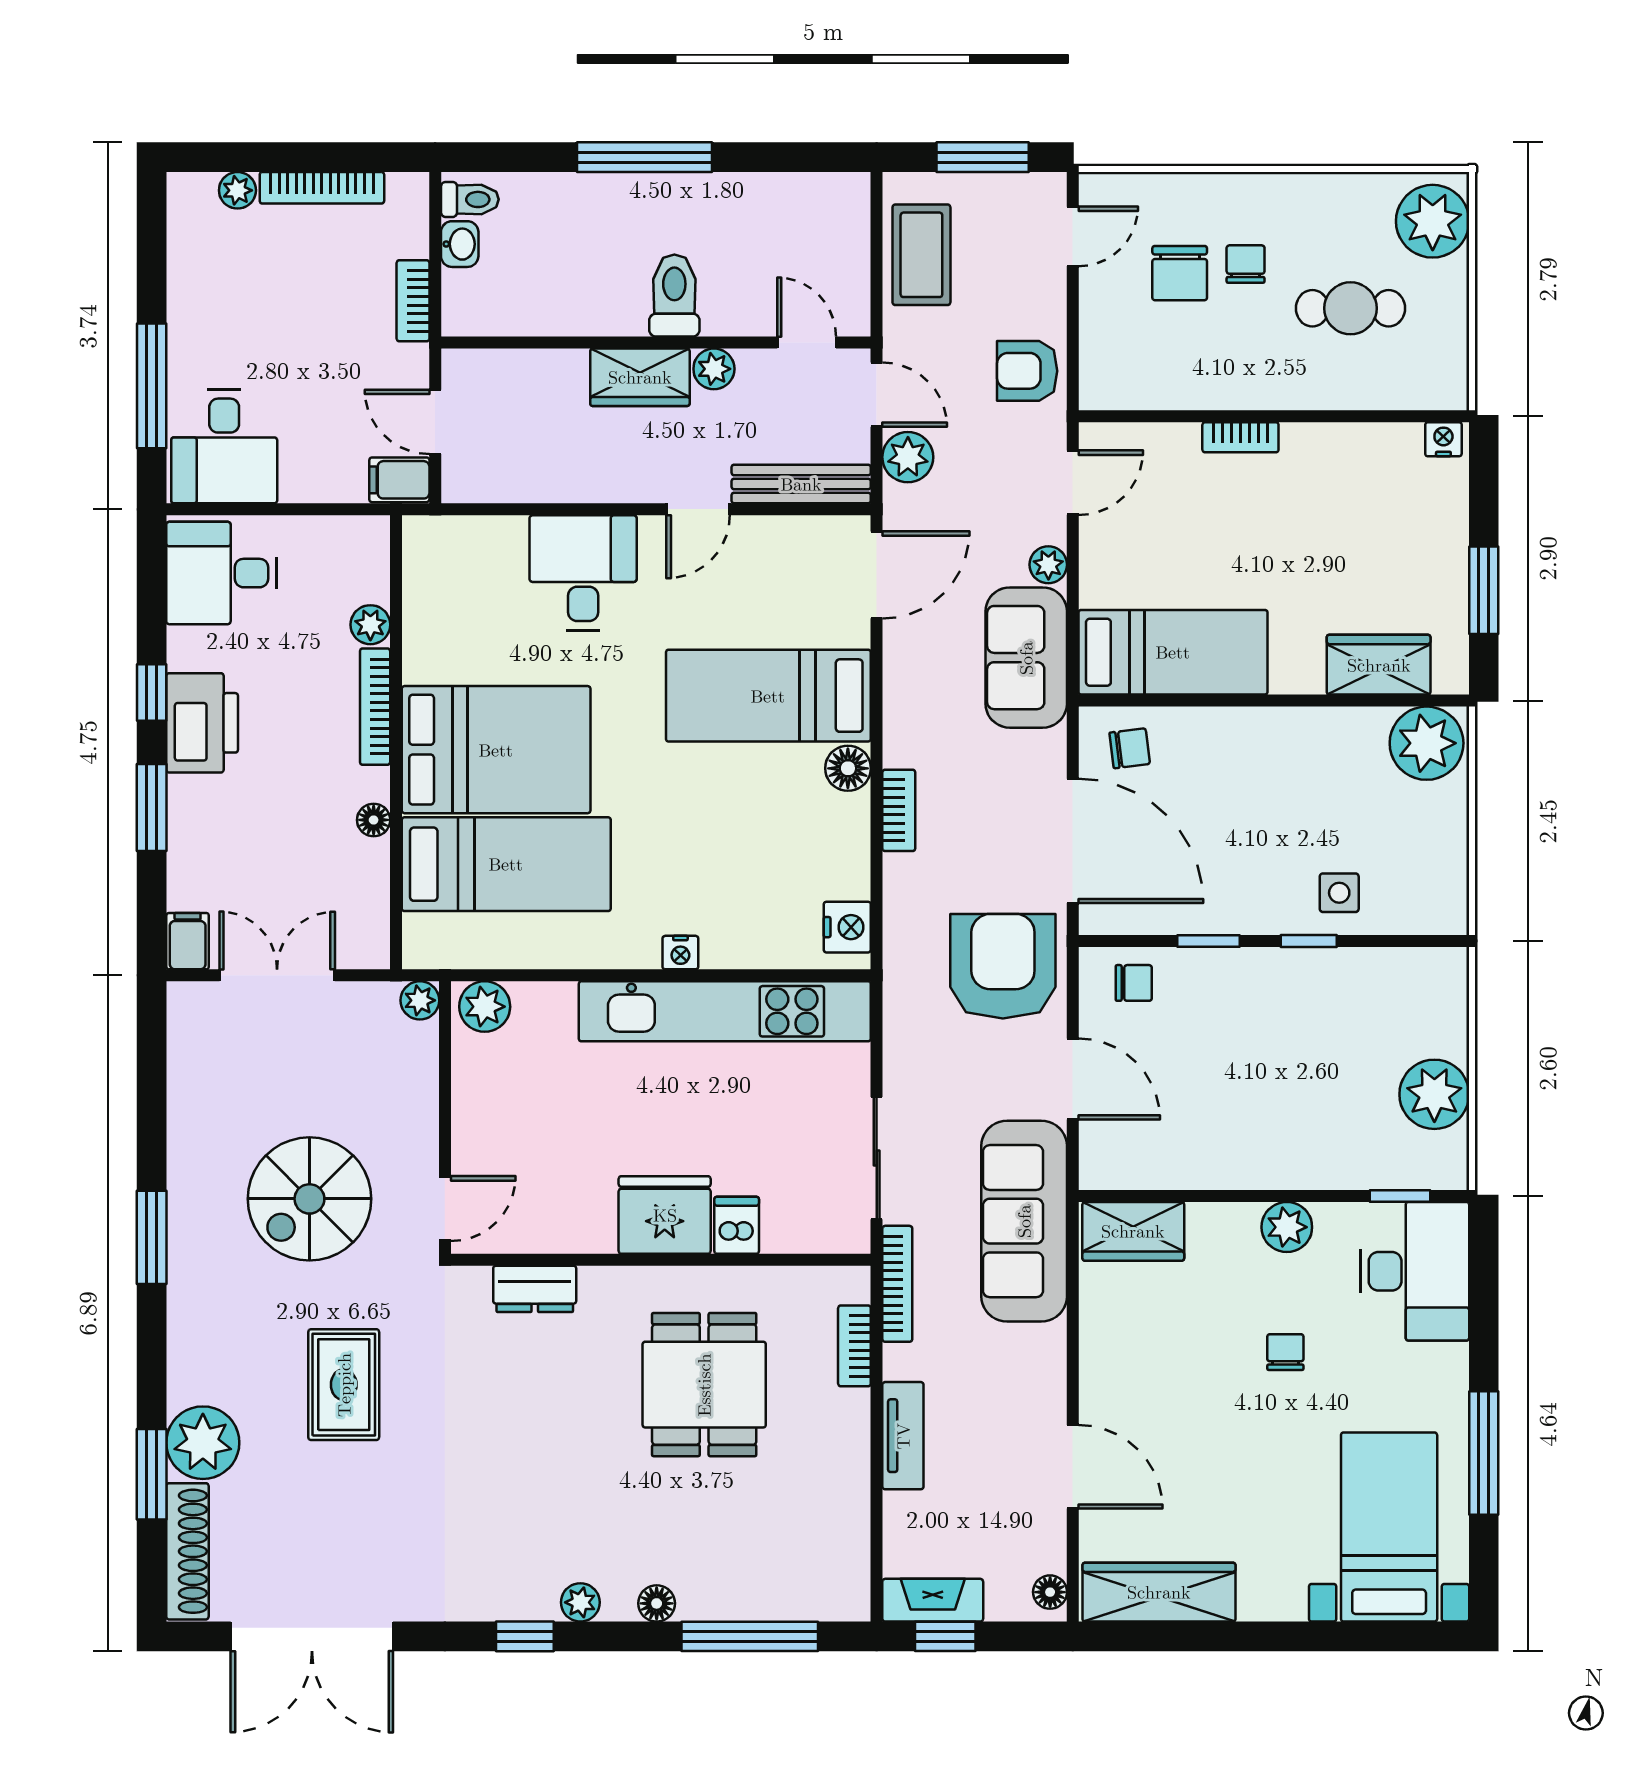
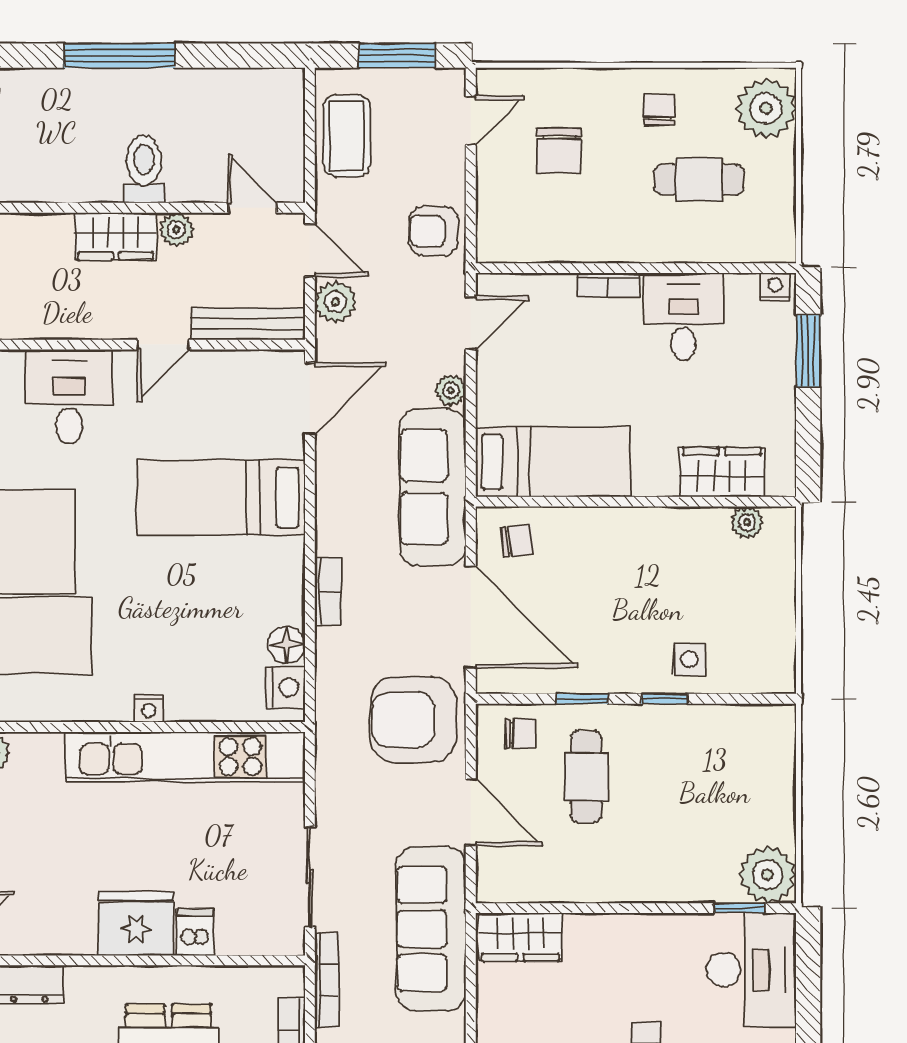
chair: (1246, 264) -> (659, 110), moved
desk: (1332, 475) -> (683, 317), added
window: (1484, 590) -> (808, 351), moved
sofa: (1026, 658) -> (433, 487), width x1.36
plant: (1427, 743) -> (747, 523), width x0.53, depth x0.53
floor lamp: (848, 768) -> (286, 645), moved
armchair: (1003, 966) -> (414, 720), turned -90
cafe table: (1213, 1036) -> (586, 777), added
plant: (1434, 1094) -> (768, 875), moved
plant: (1287, 1227) -> (647, 934), removed

